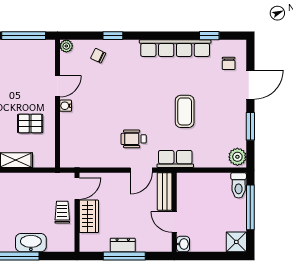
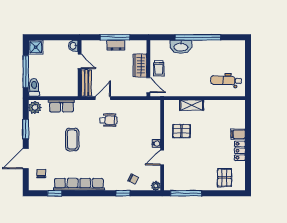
row of seats: (175, 159) -> (61, 106), moved
door: (77, 189) -> (148, 85), swing flipped

